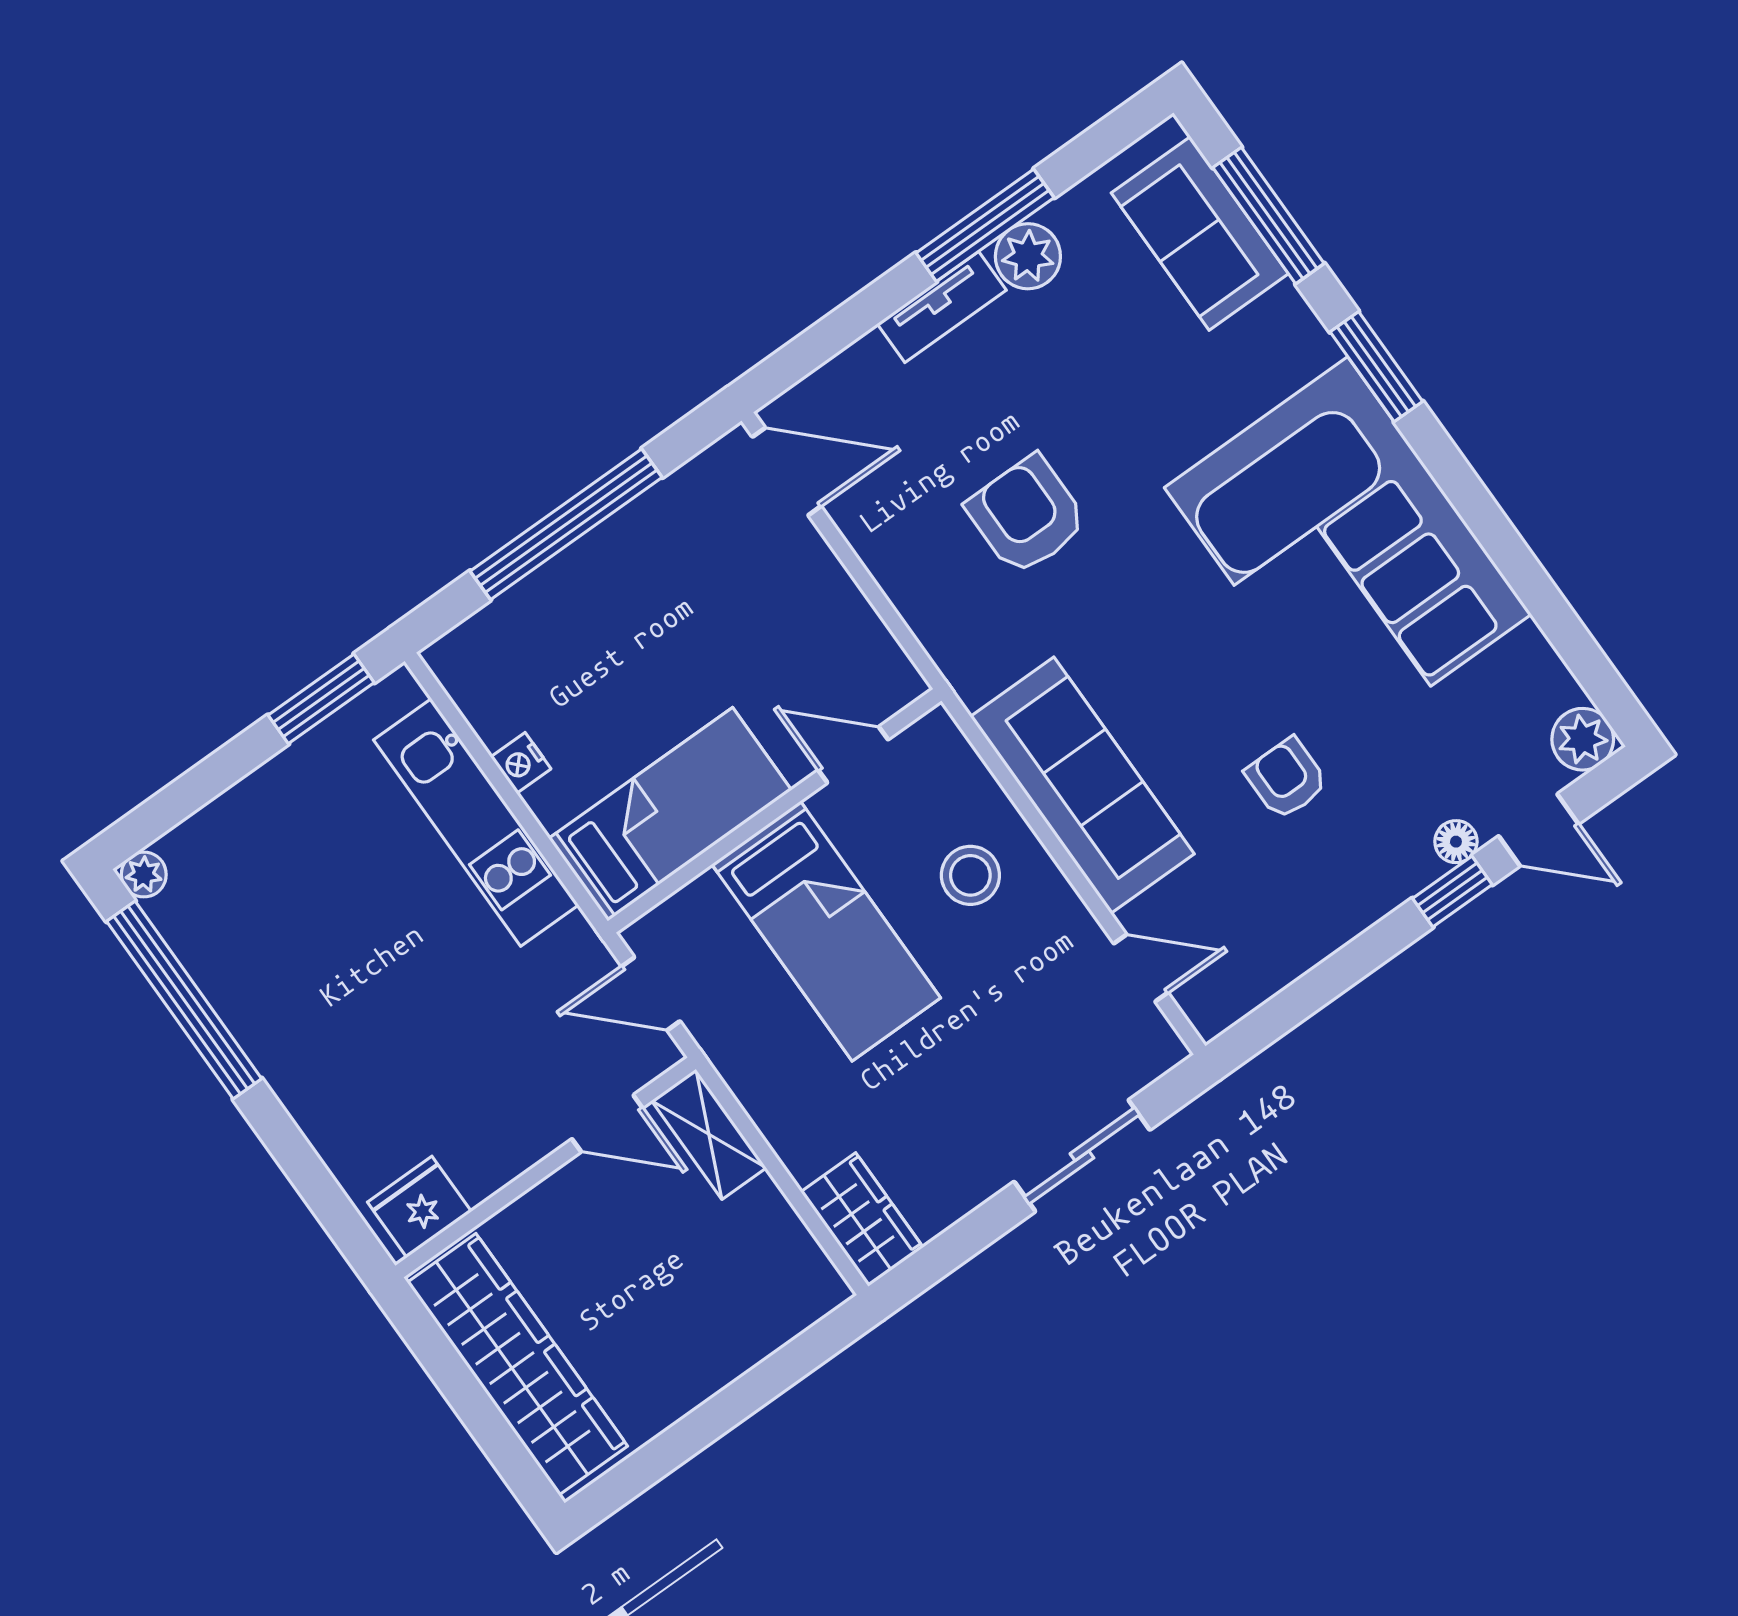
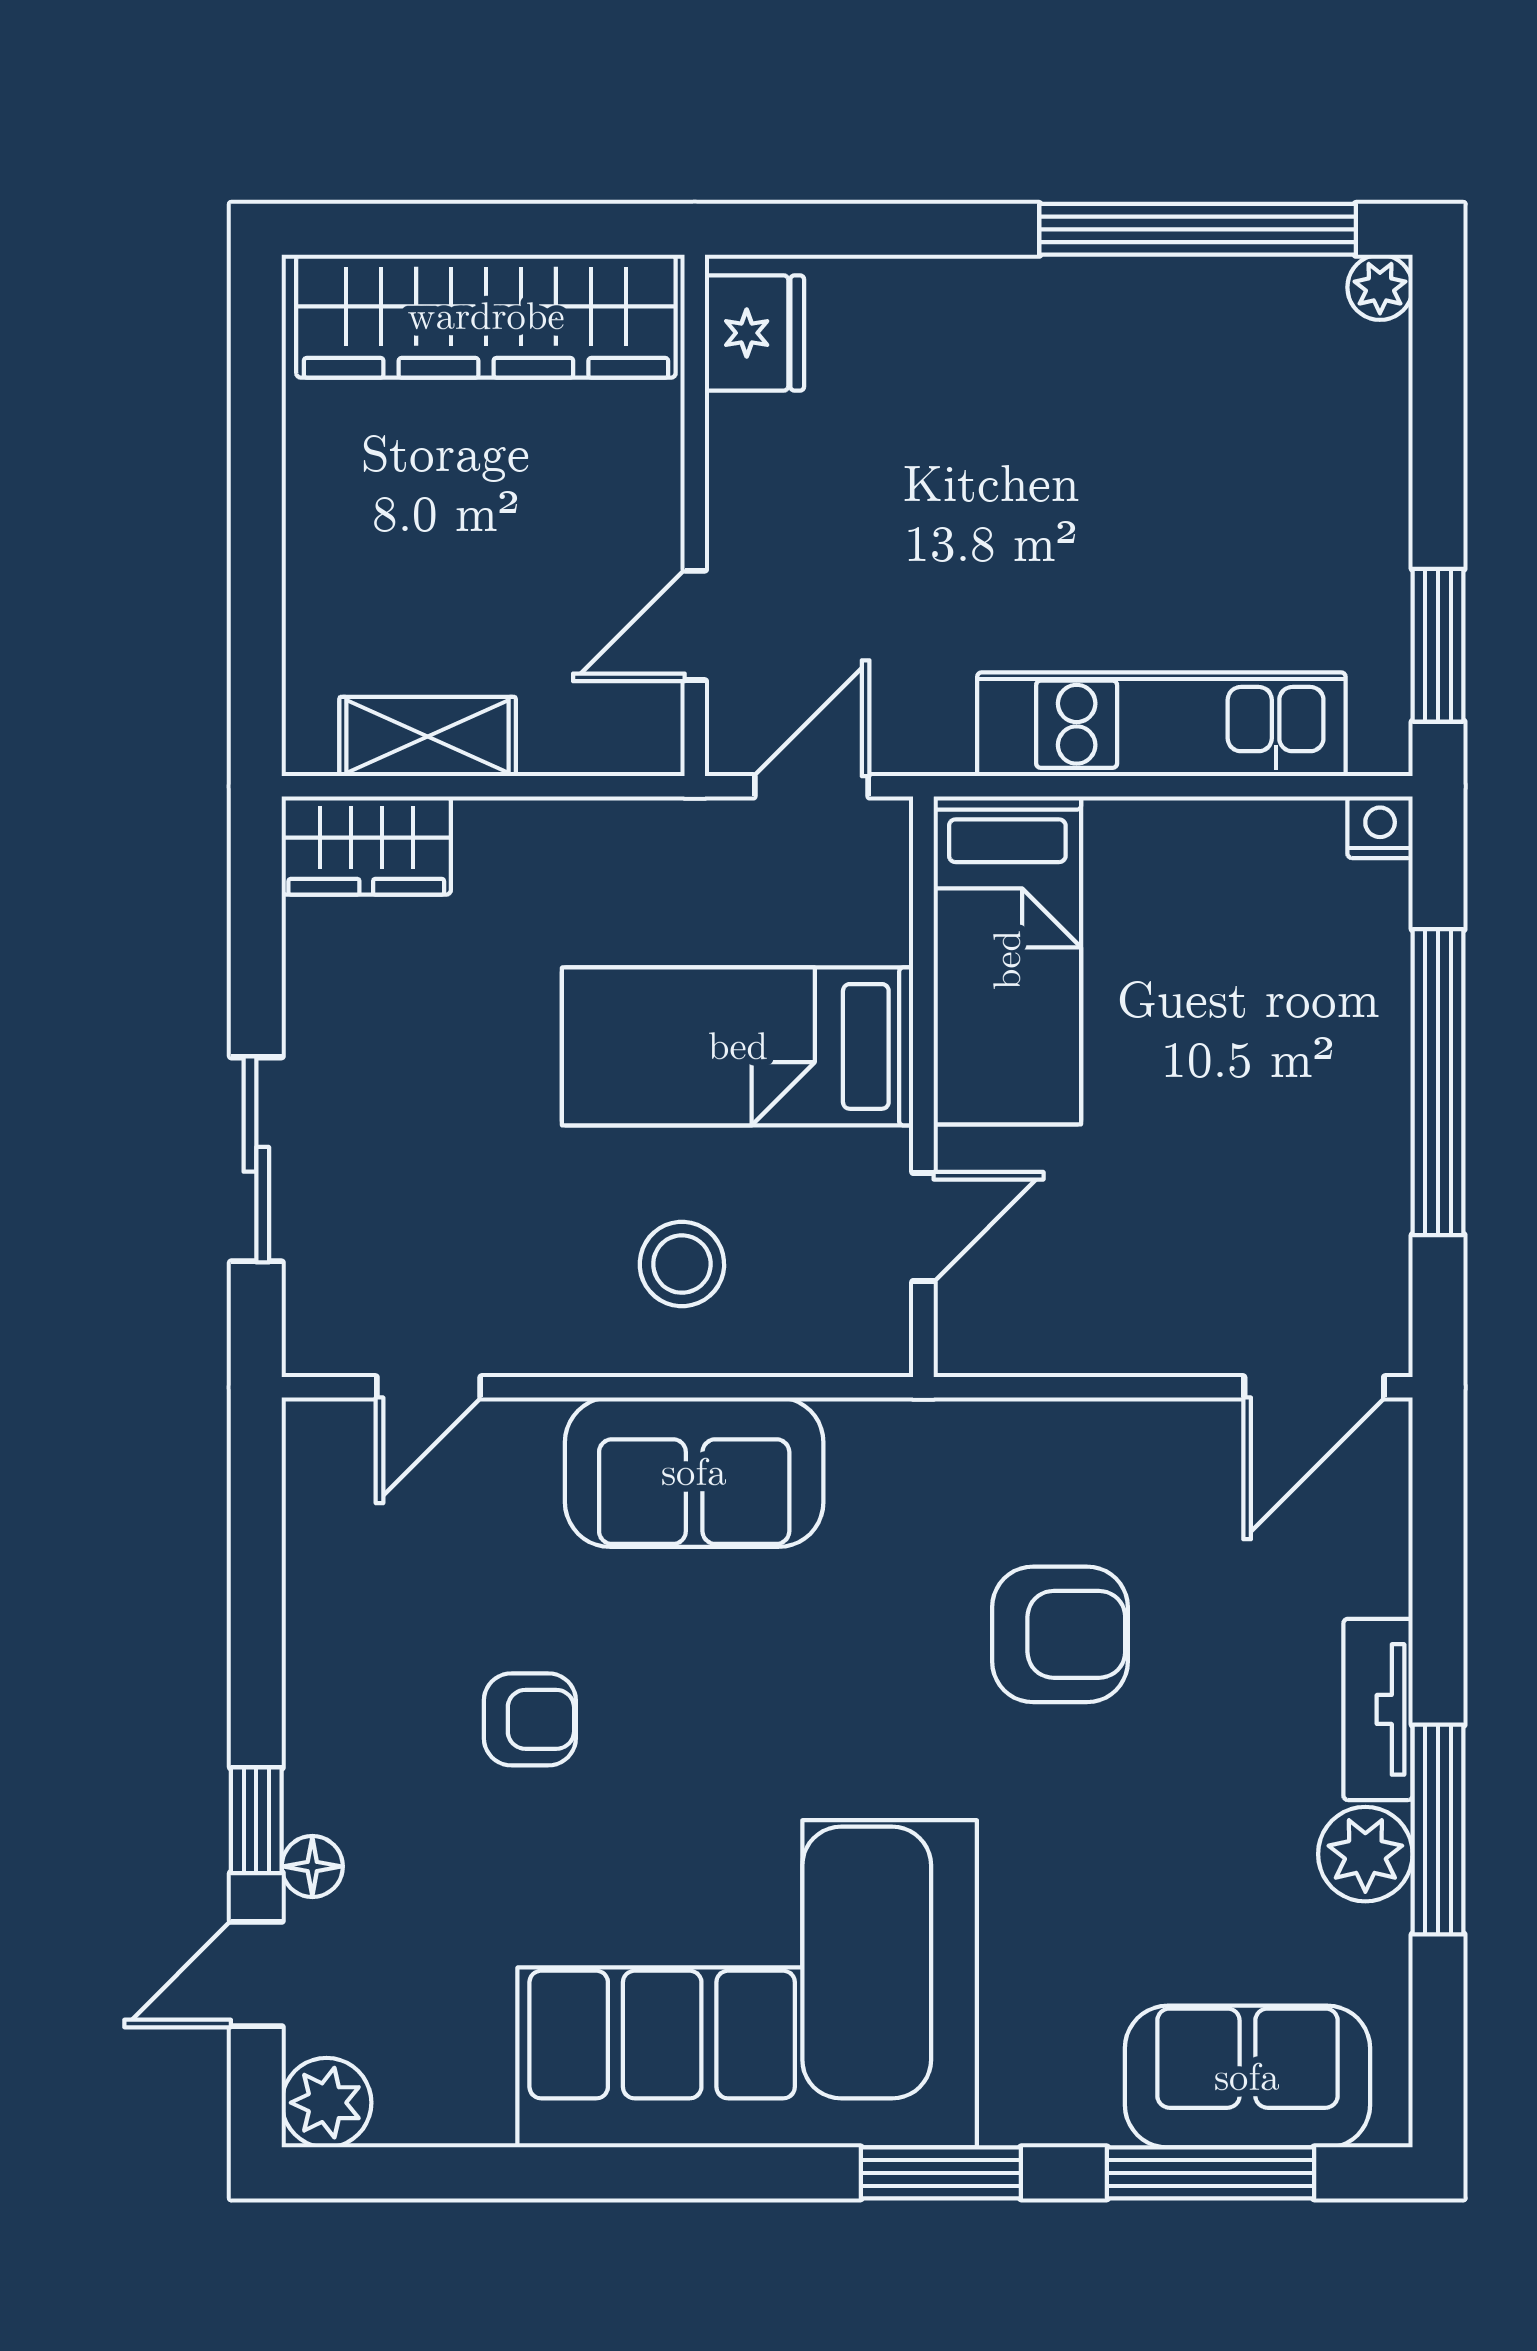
nightstand: (521, 763) -> (1380, 827), moved
sofa: (1082, 785) -> (694, 1472), width x0.73
shelving: (709, 1134) -> (428, 736), moved

